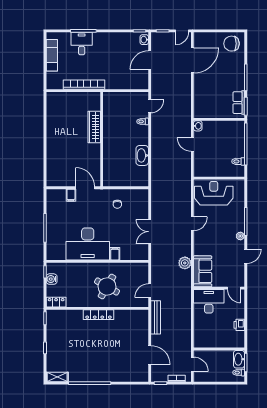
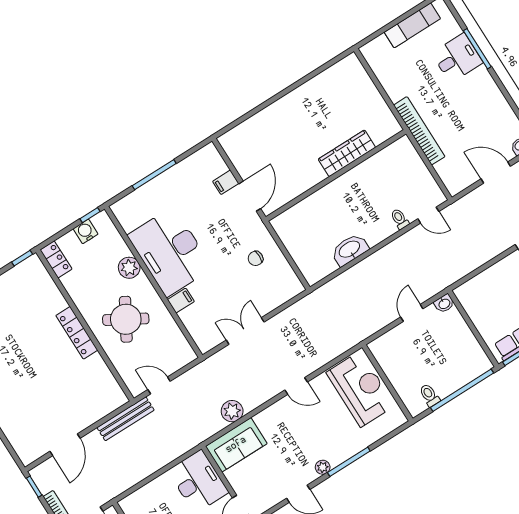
bookcase: (84, 85) -> (419, 131), moved
plant: (83, 269) -> (129, 268), added

